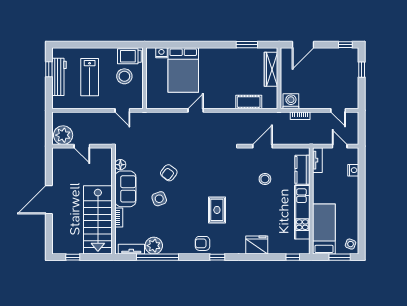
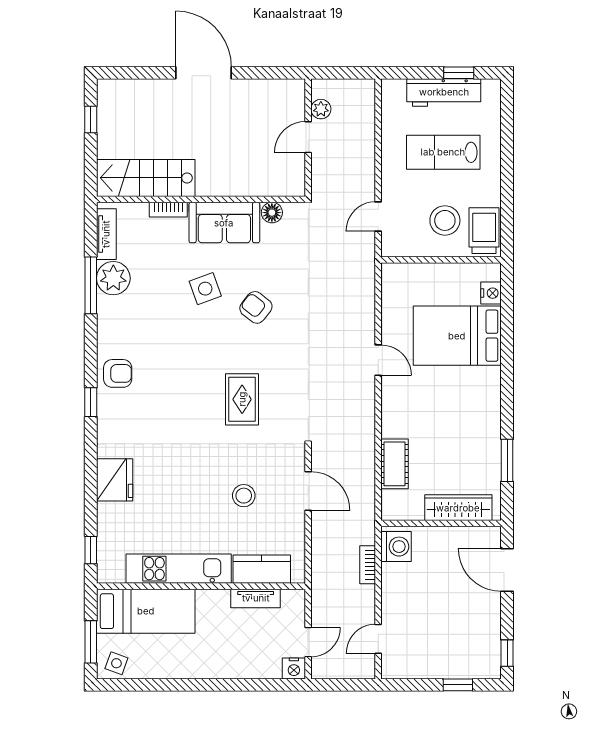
plant: (63, 135) -> (321, 109), width x0.53, depth x0.53
tv unit: (317, 160) -> (256, 598), moved
nightstand: (353, 170) -> (294, 668), moved
rug: (217, 210) -> (242, 399), moved, turned 90
stairs: (98, 220) -> (146, 178), width x0.73, depth x0.66
armchair: (202, 243) -> (118, 373), turned 90
window: (158, 257) -> (91, 285), width x0.68

